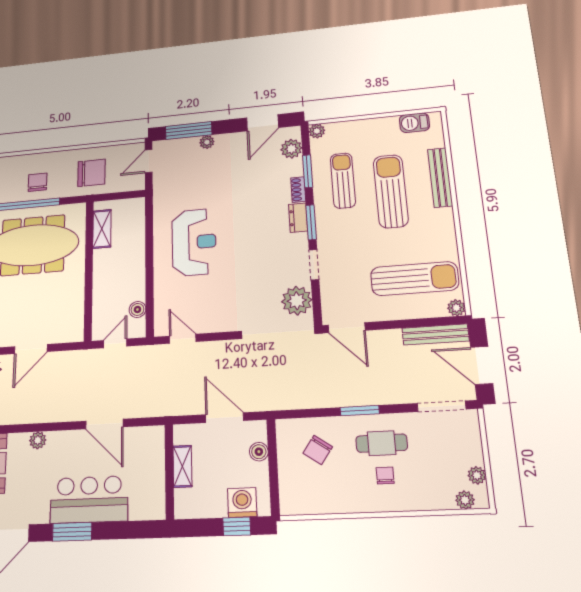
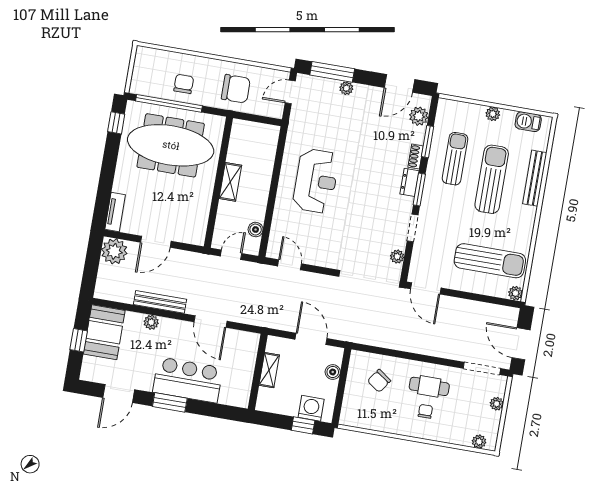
plant: (317, 131) -> (493, 114), moved
shelving: (102, 229) -> (230, 182), moved
plant: (297, 301) -> (397, 257), width x0.53, depth x0.53
bench: (435, 334) -> (160, 302), moved
window: (360, 411) -> (419, 358), removed
plant: (477, 475) -> (497, 404), moved

